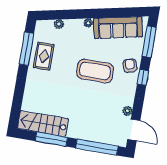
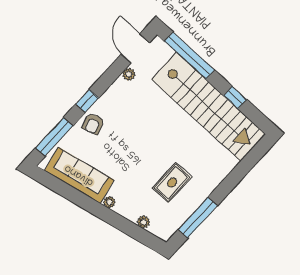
rug: (44, 56) -> (172, 183), moved
coffee table: (95, 71) -> (137, 143), removed
stairs: (43, 124) -> (209, 107), width x1.86, depth x1.51
window: (51, 139) -> (235, 97), width x0.46

